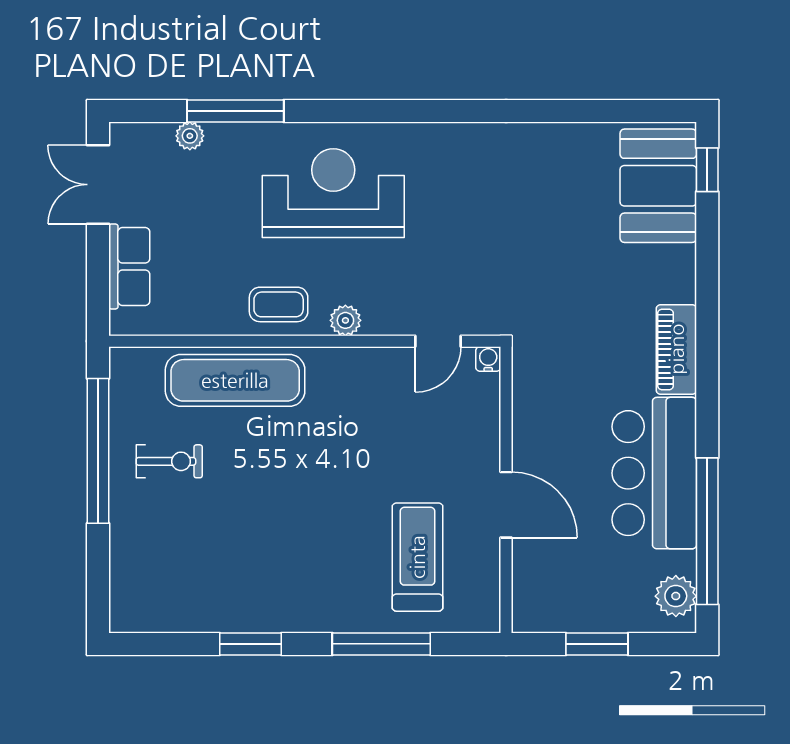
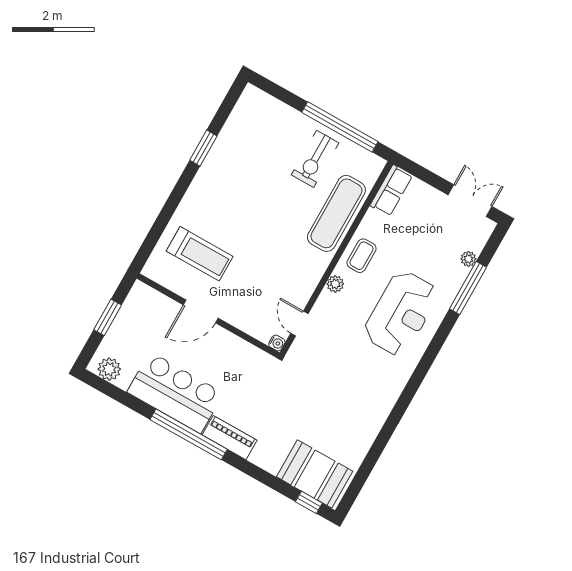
row of seats: (129, 267) -> (391, 191), moved, turned -90
exercise bike: (169, 461) -> (315, 159), width x1.38, depth x1.39
window: (707, 531) -> (189, 434), moved
window: (381, 644) -> (167, 212), removed

